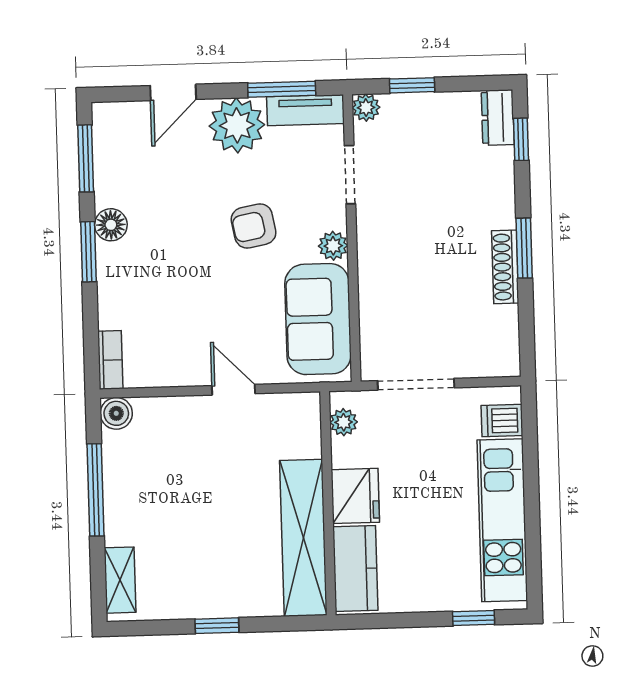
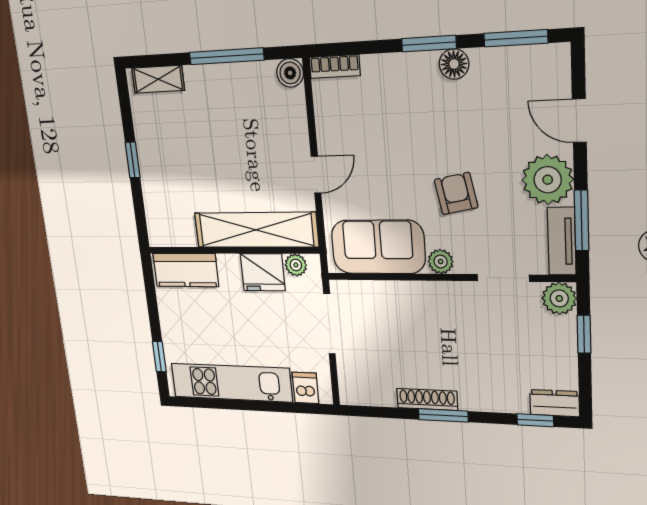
plant: (366, 108) -> (559, 298), width x1.38, depth x1.38
fridge: (355, 496) -> (263, 272), moved
shelving: (303, 538) -> (256, 230), moved

